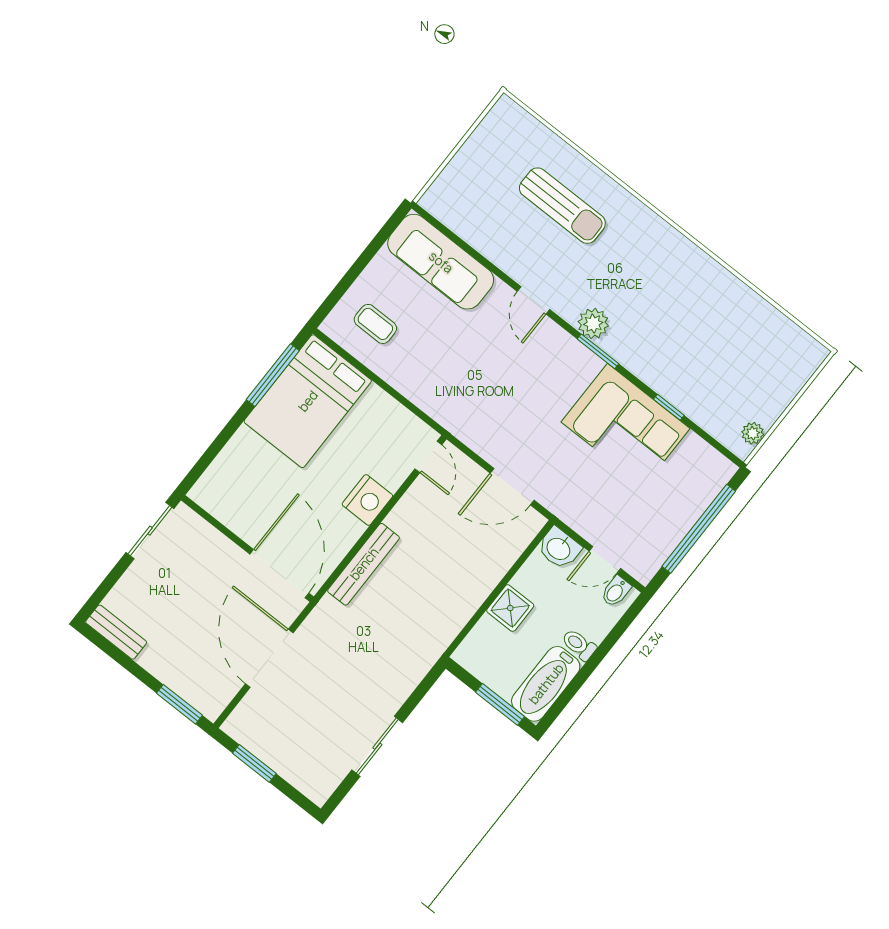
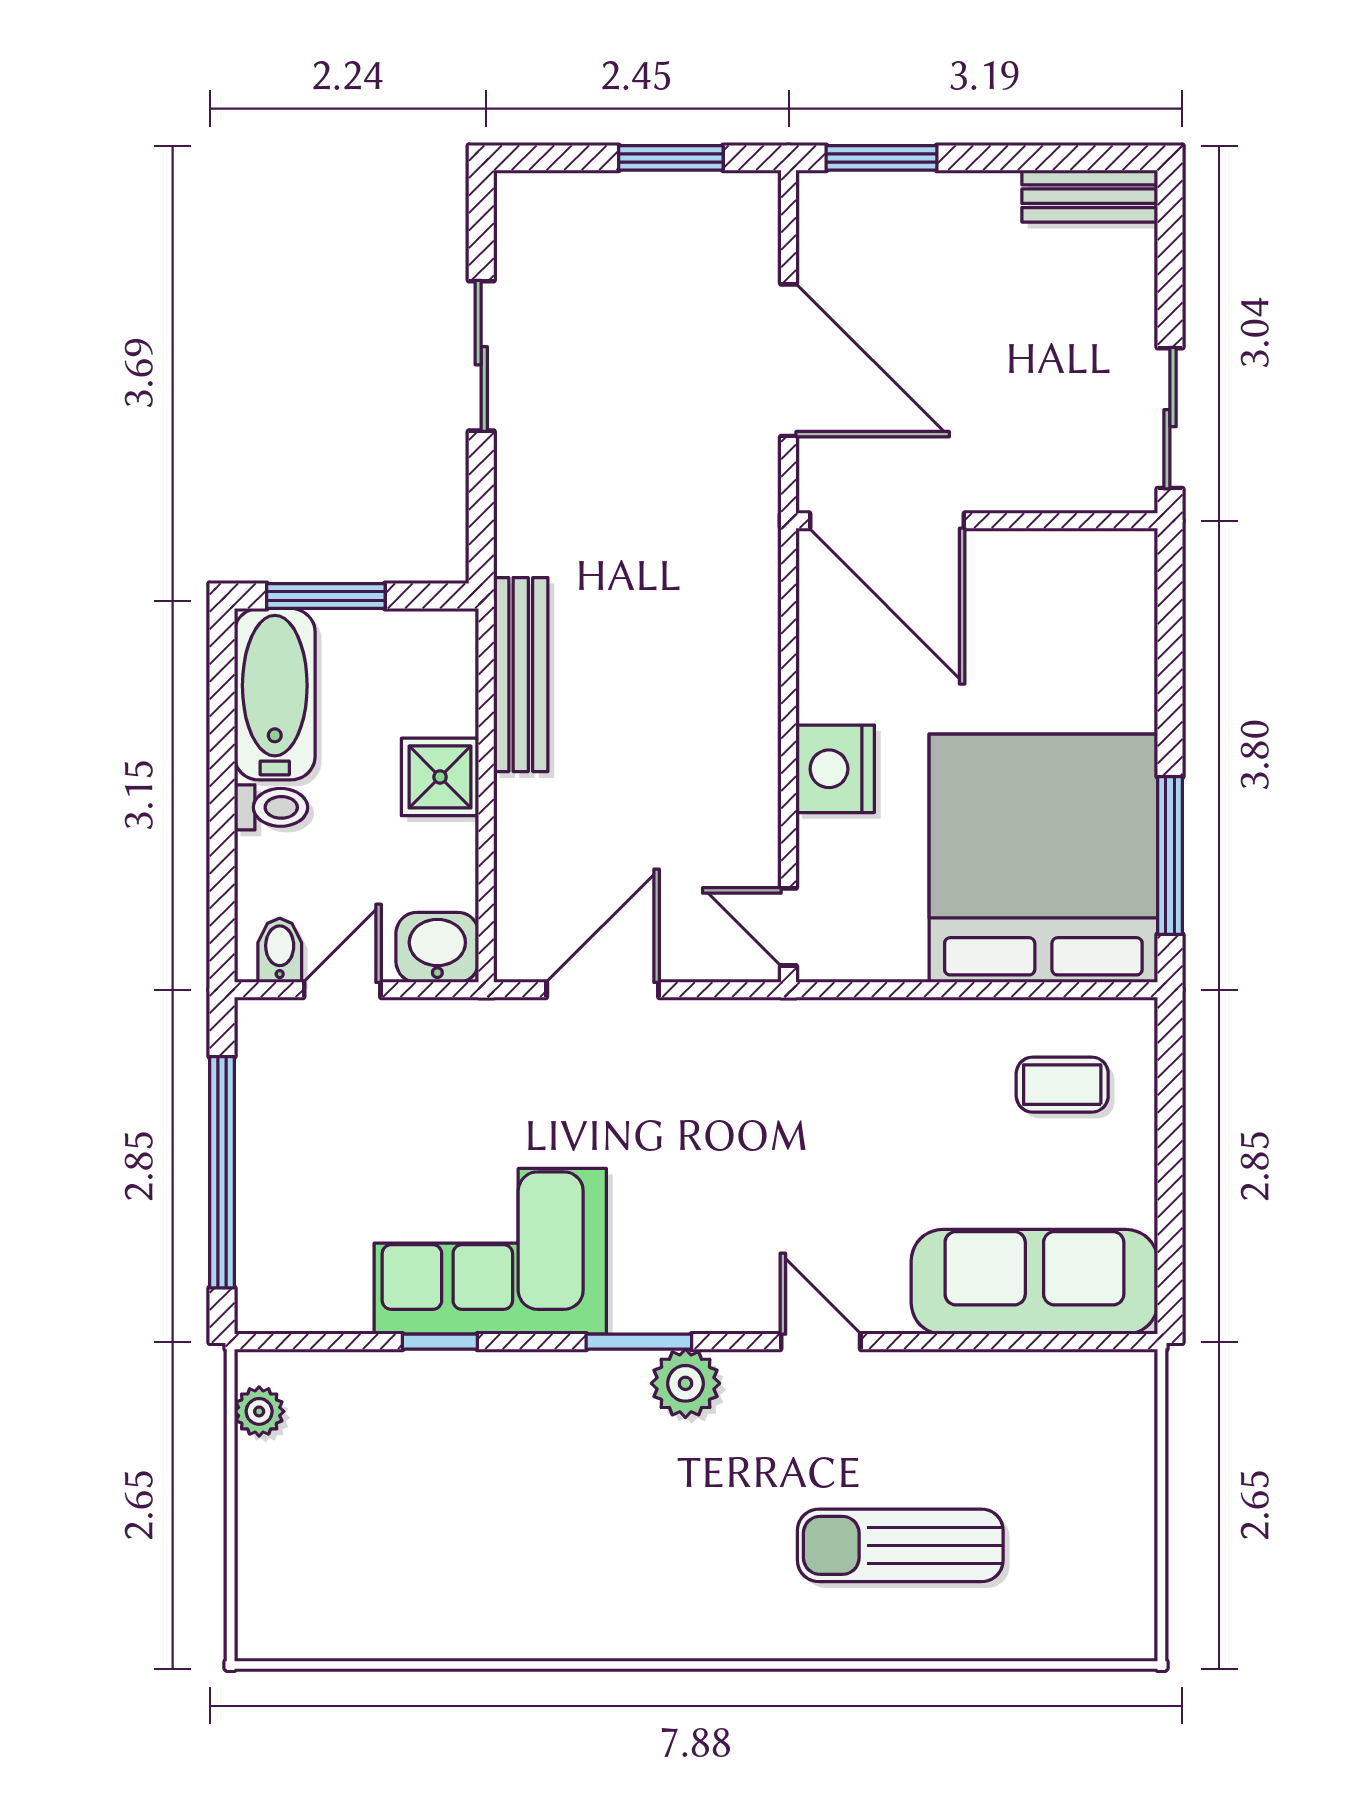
bed: (308, 401) -> (1043, 858), width x1.36
bench: (364, 564) -> (521, 675), moved

